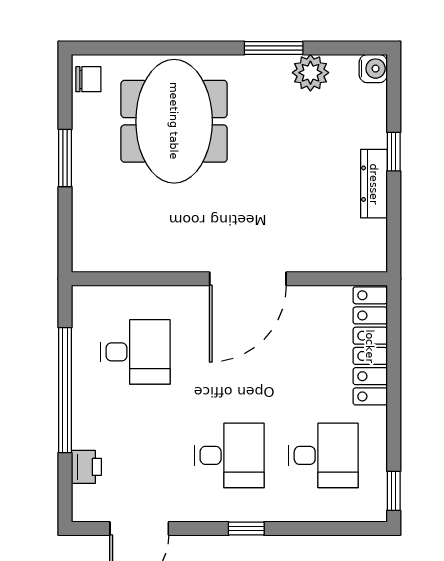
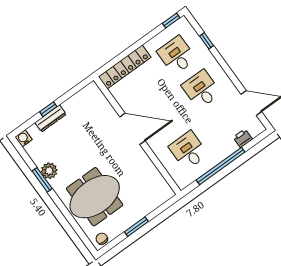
plant: (310, 73) -> (49, 171), moved
dresser: (374, 184) -> (51, 118), moved
window: (246, 529) -> (206, 41), moved

